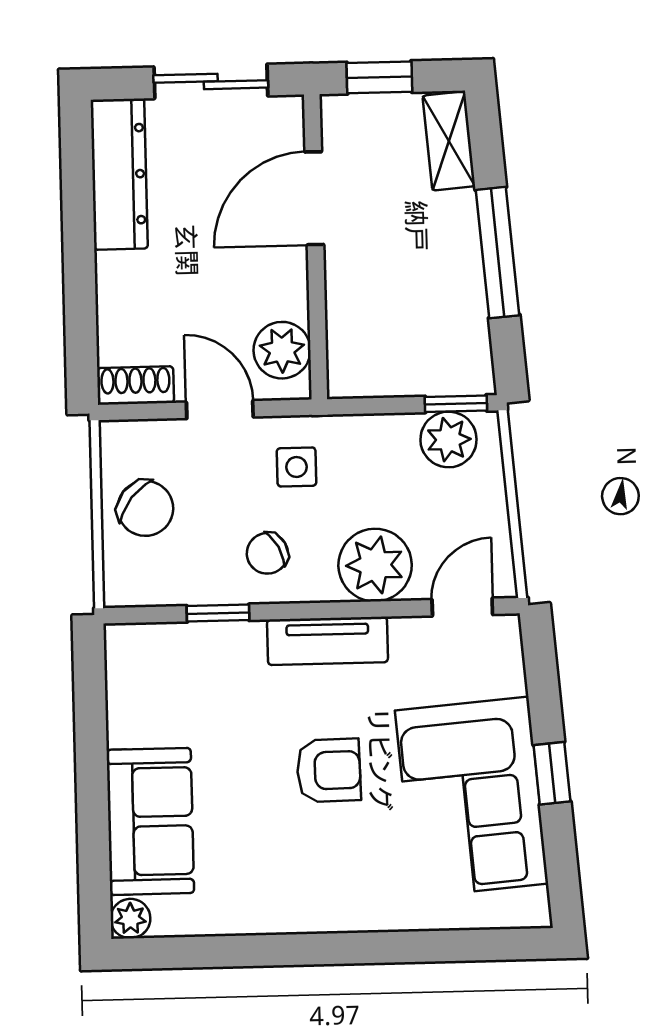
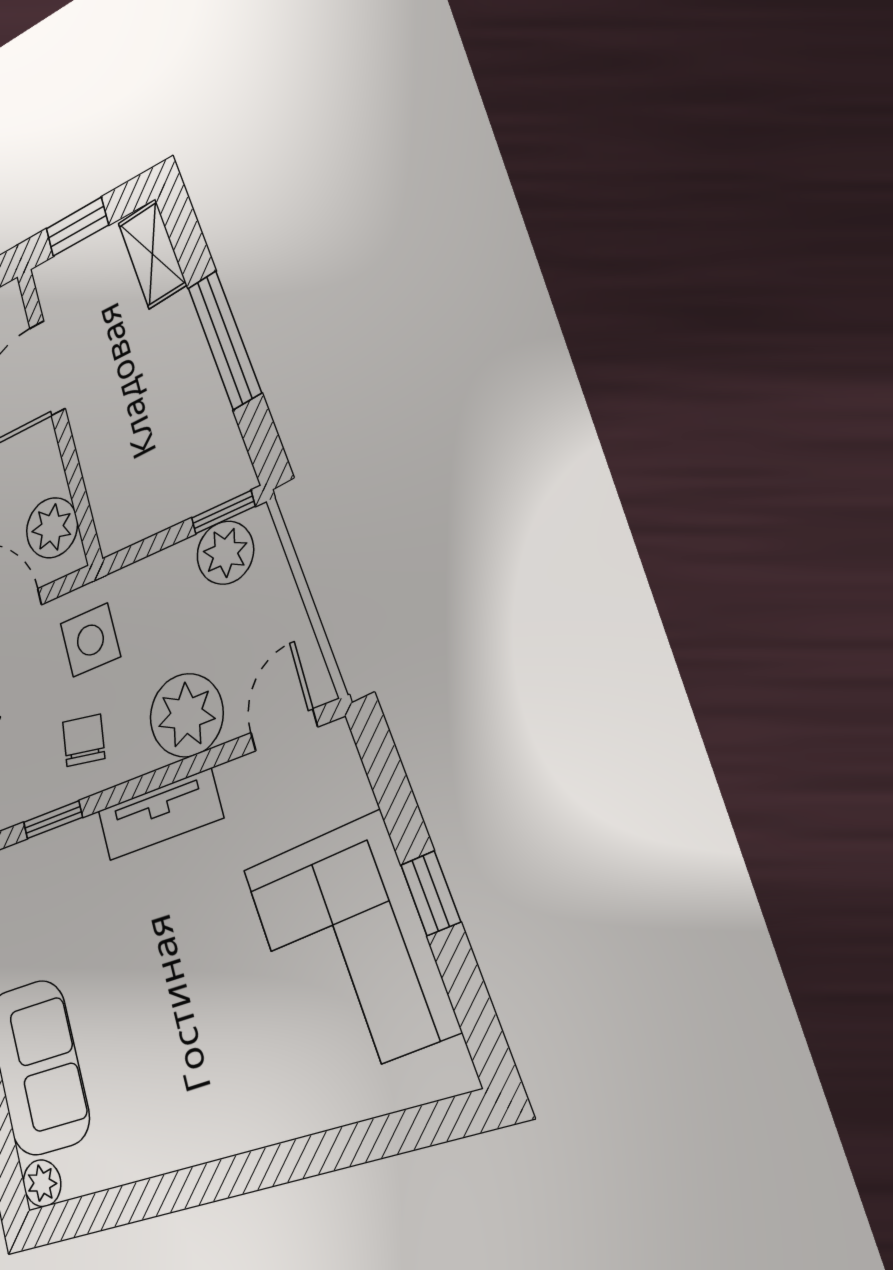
side table: (297, 467) -> (90, 640), width x1.37, depth x1.37
chair: (267, 553) -> (84, 740), turned 128
armchair: (329, 770) -> (194, 960), removed

